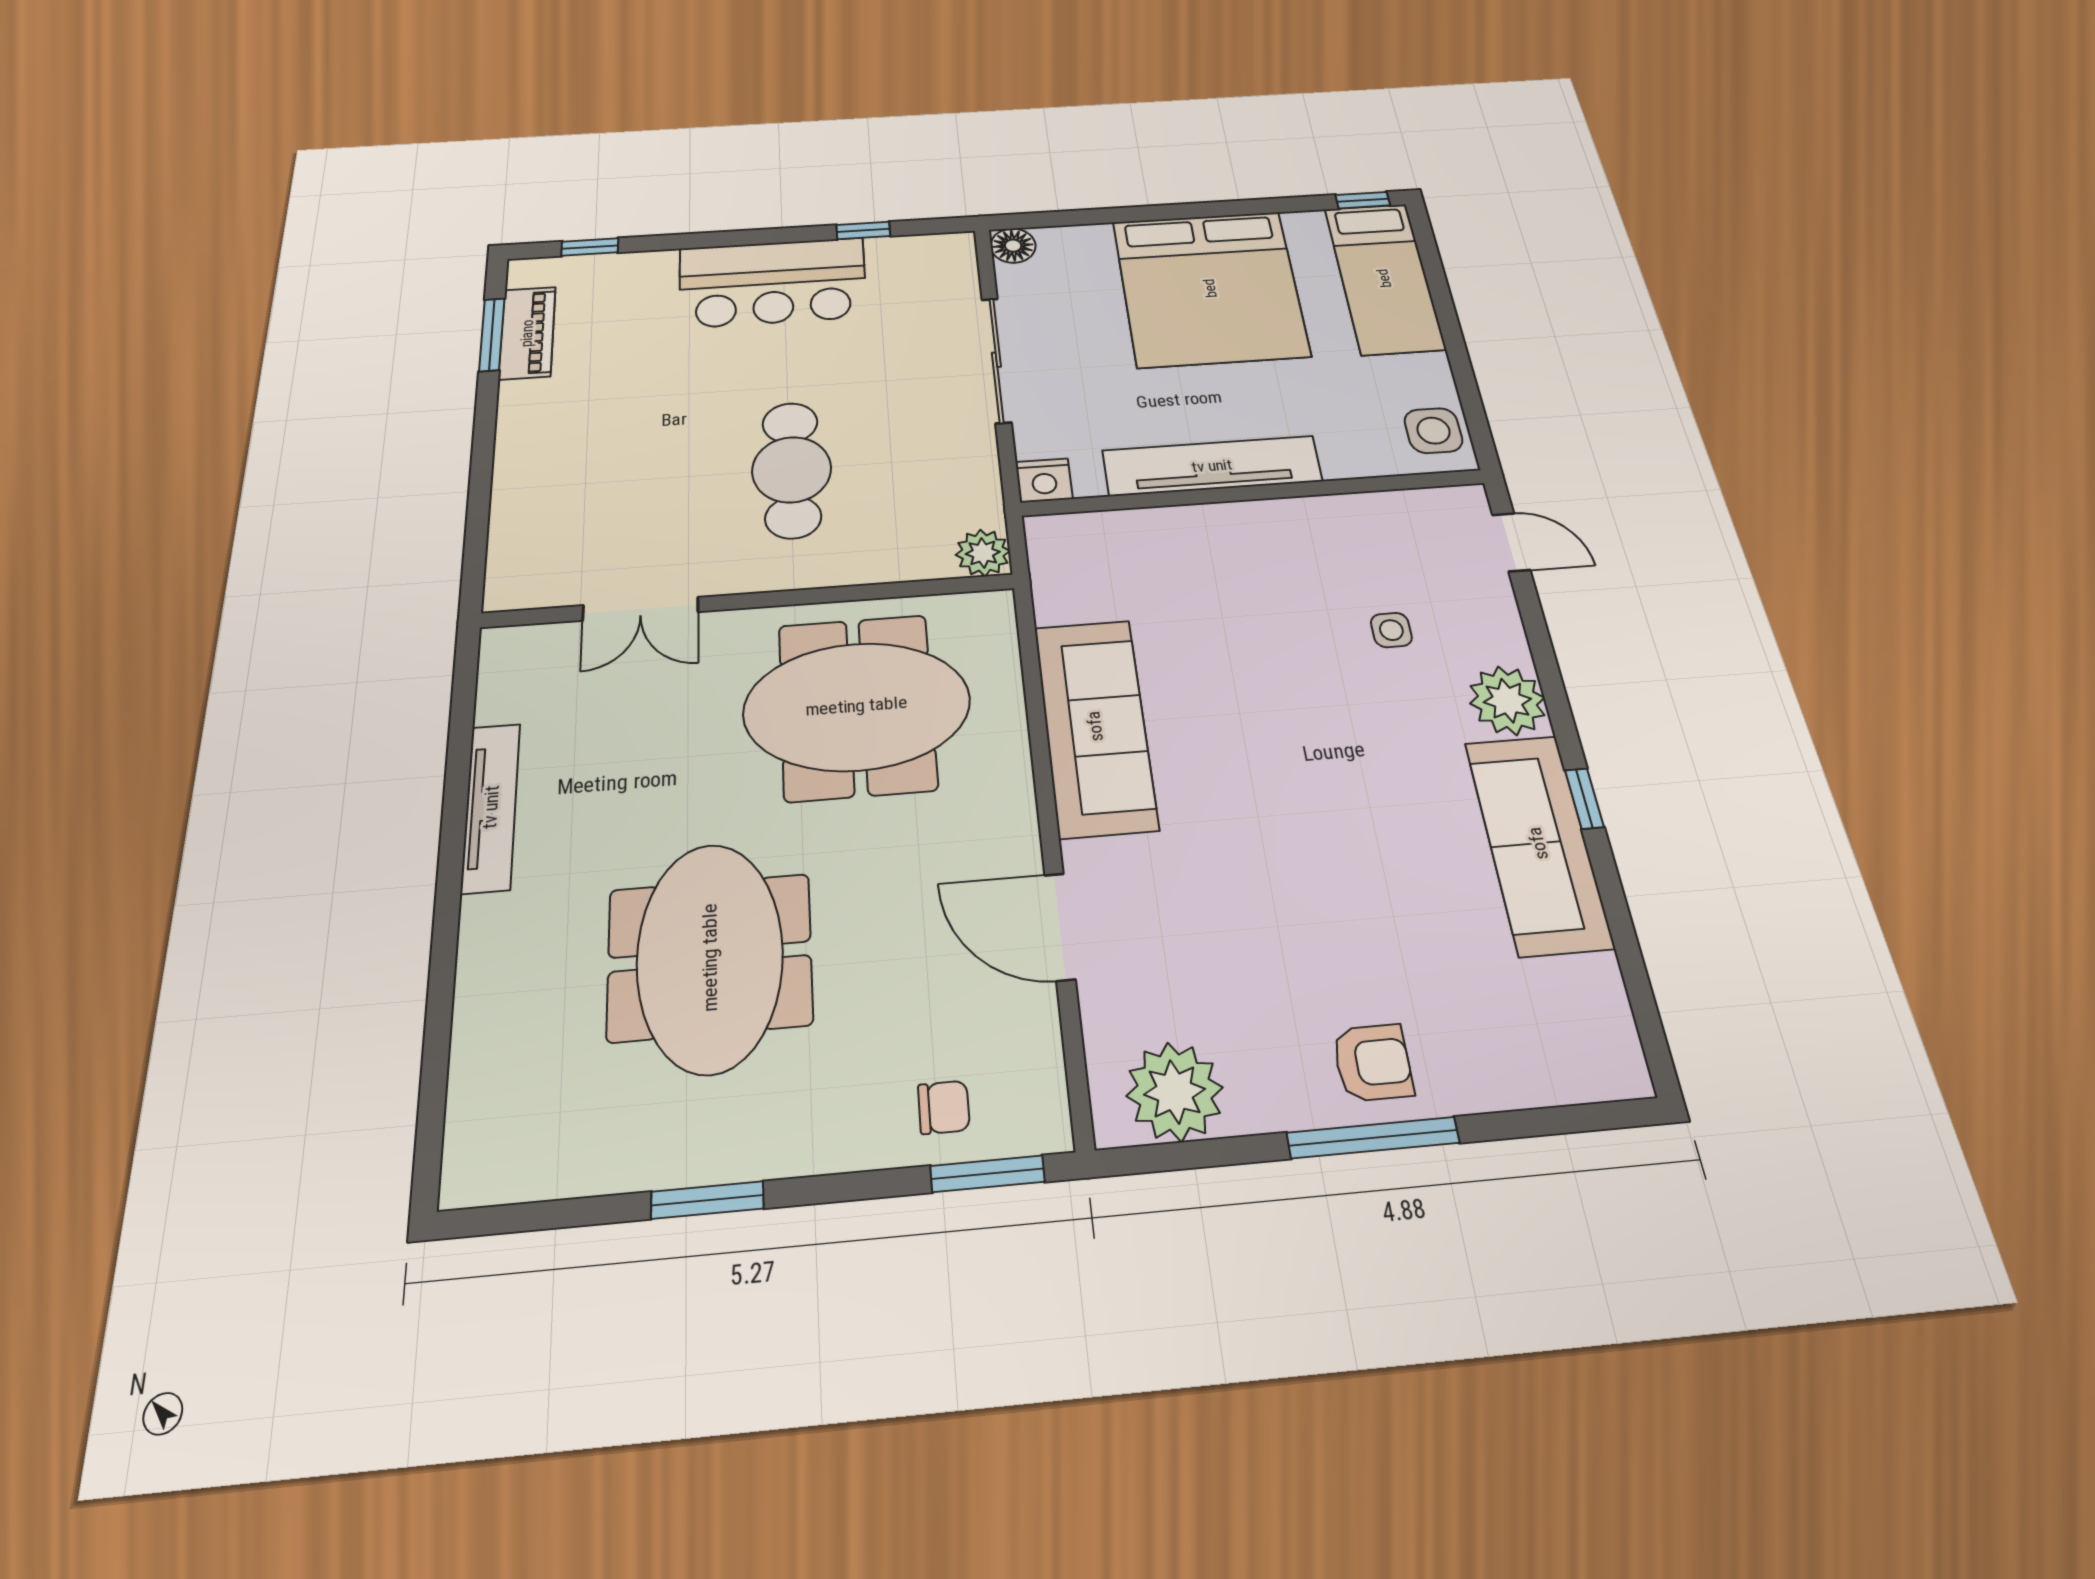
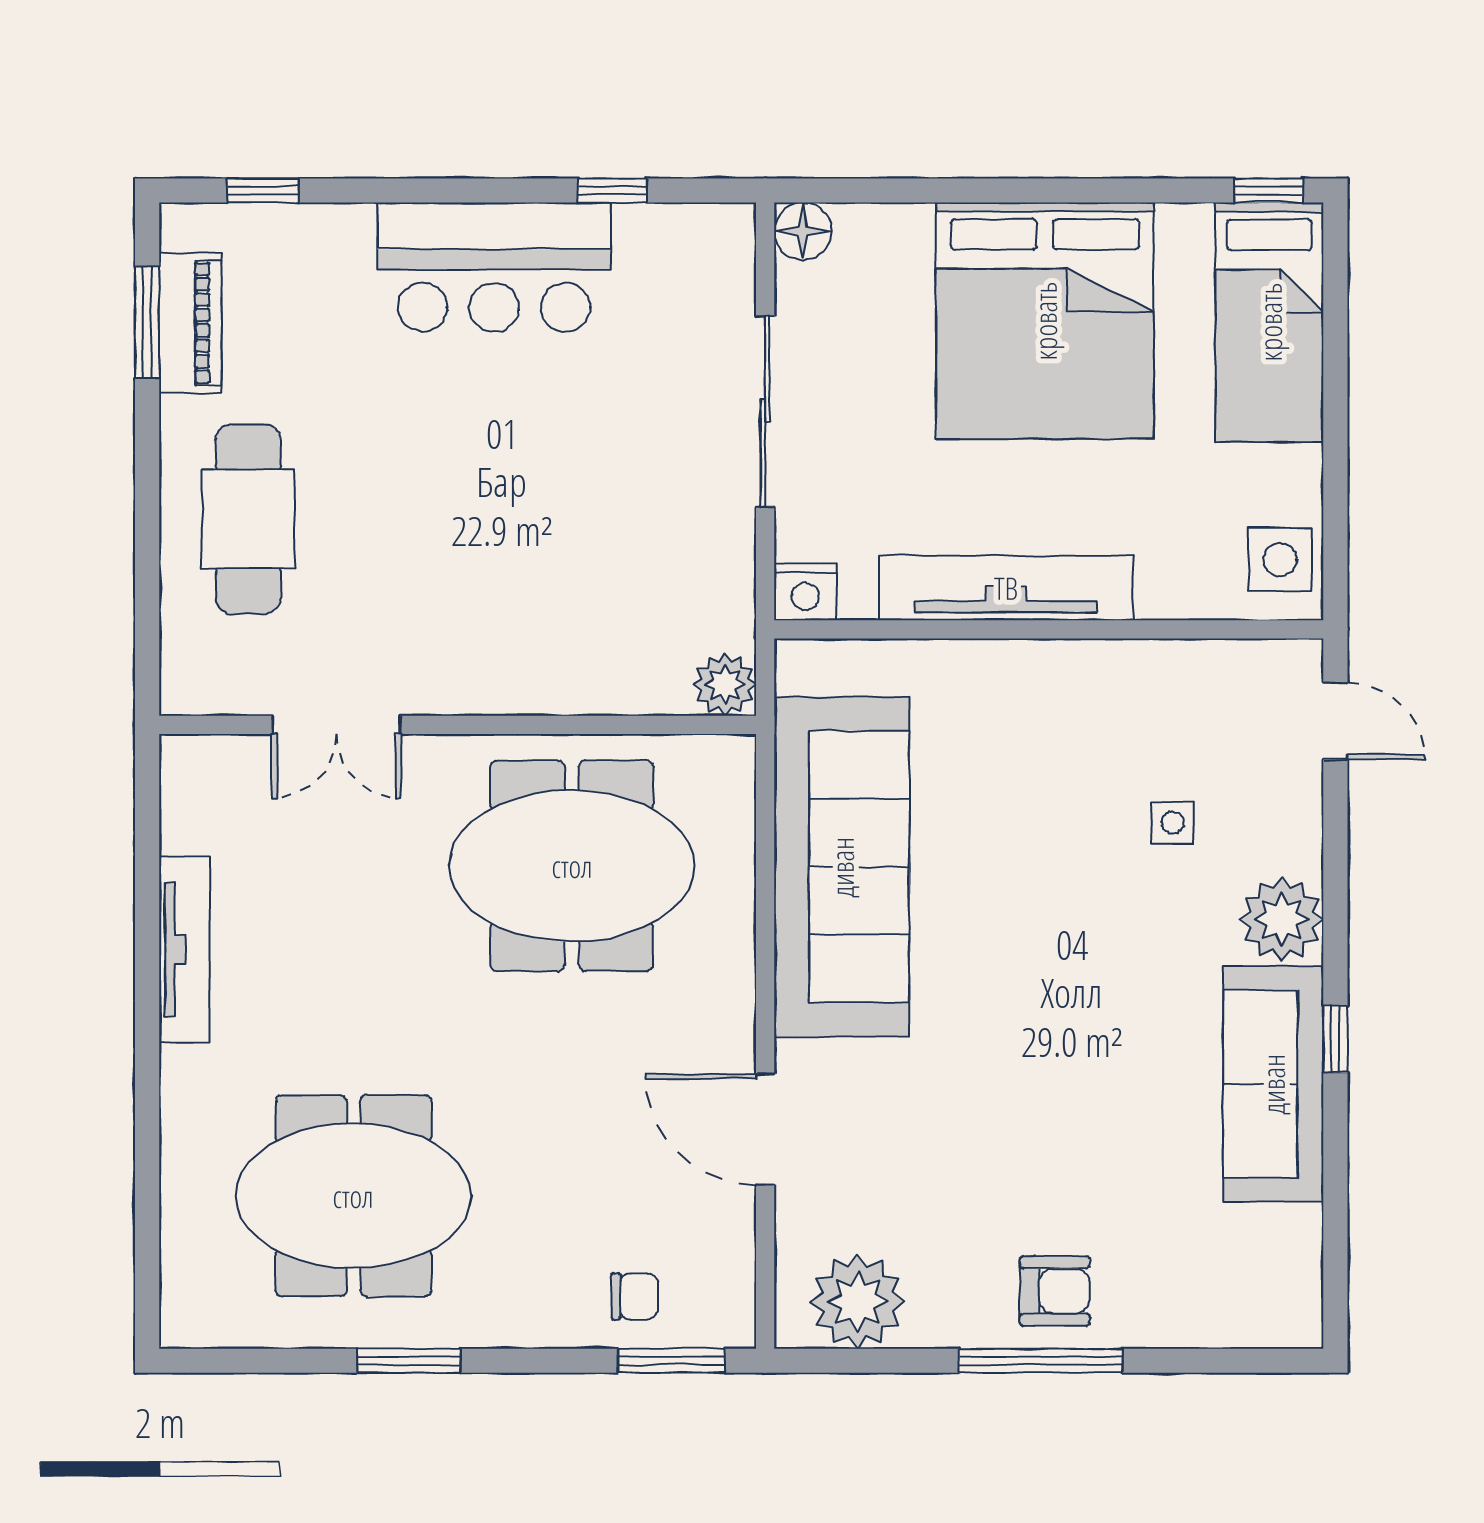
cafe table: (792, 470) -> (248, 519), moved
sofa: (1095, 726) -> (842, 867), width x1.36, depth x1.27
meeting table: (710, 957) -> (353, 1196), moved, turned 90

